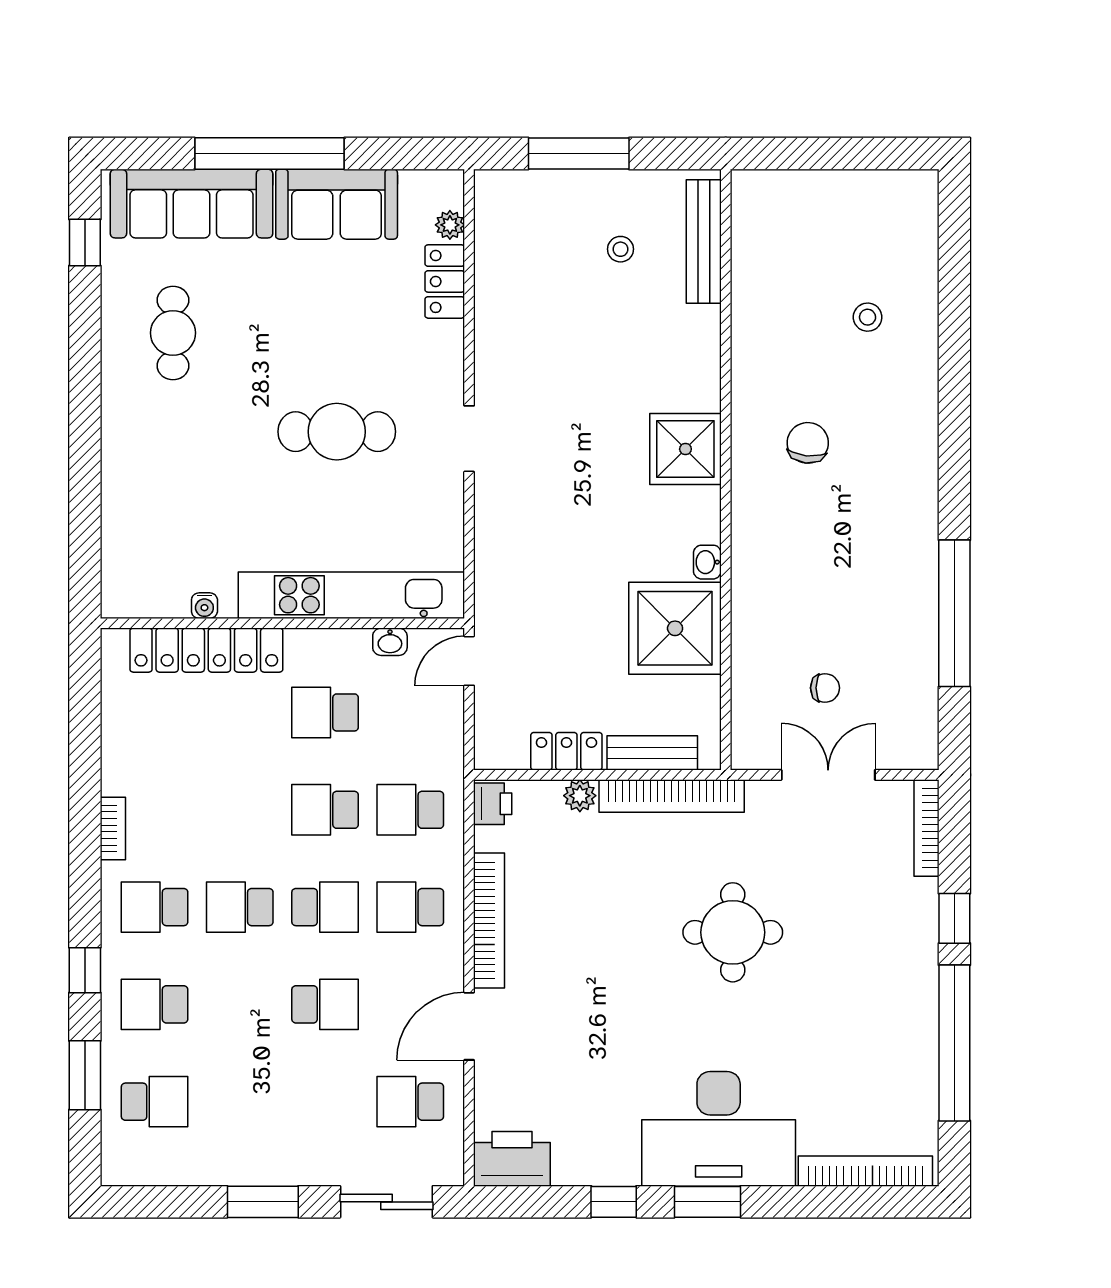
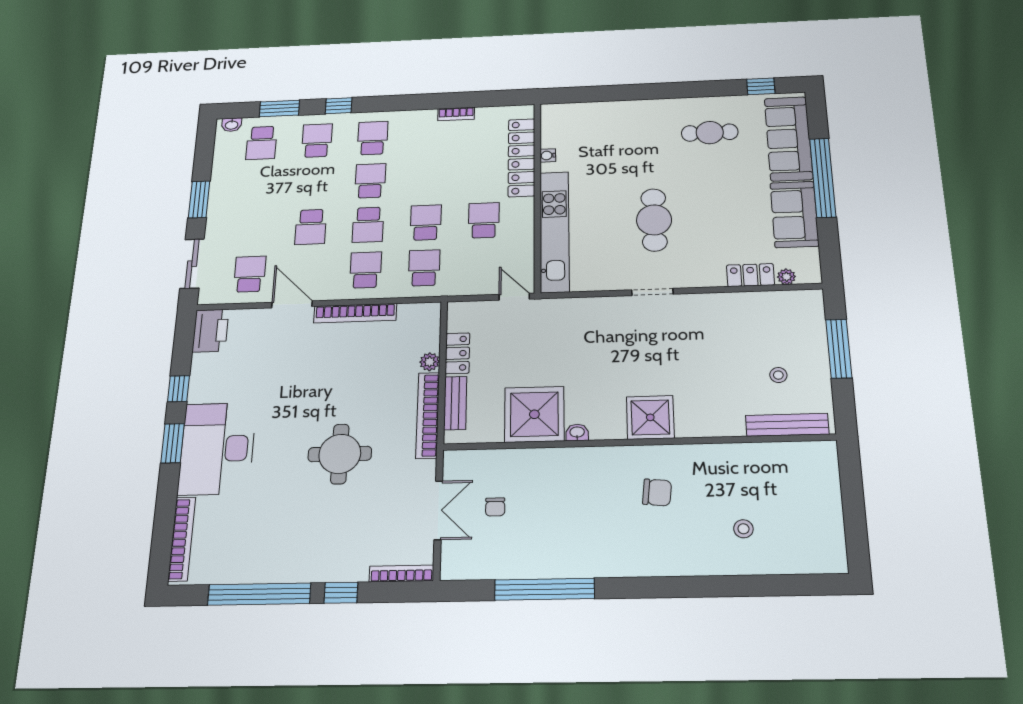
washbasin: (390, 642) -> (232, 125), moved, turned -90
printer: (493, 804) -> (426, 313), removed
bookcase: (113, 829) -> (456, 114), moved

